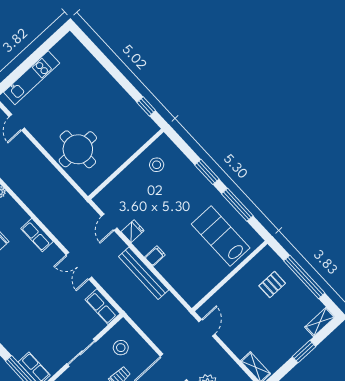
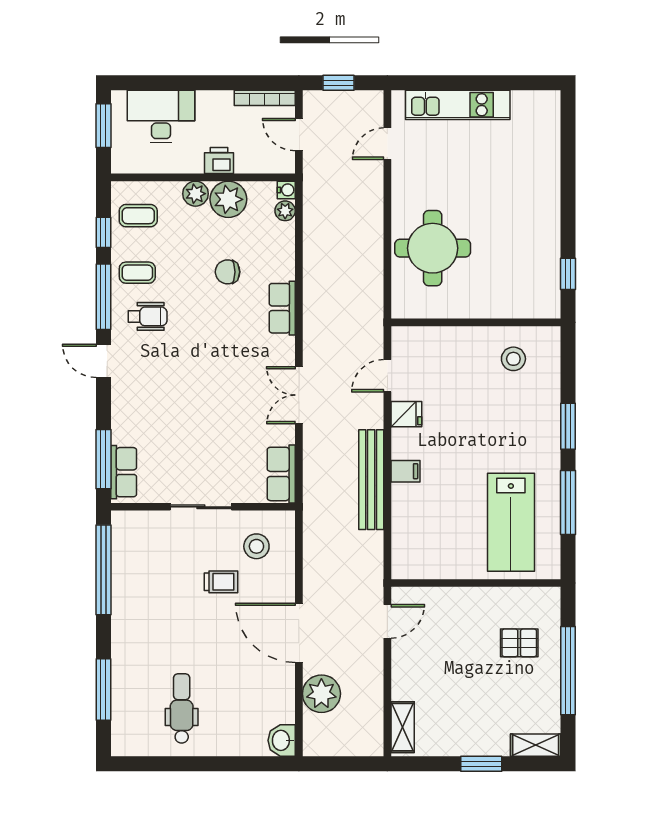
lab bench: (221, 236) -> (511, 522), turned 180

